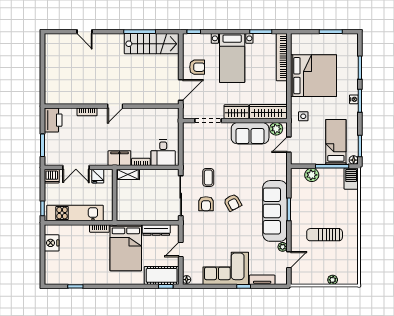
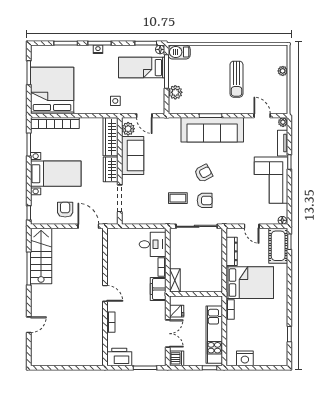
bed: (314, 76) -> (52, 90), moved
plant: (283, 247) -> (283, 122), moved

